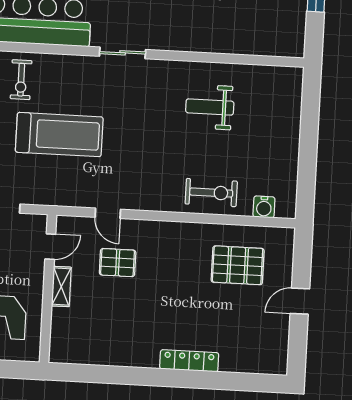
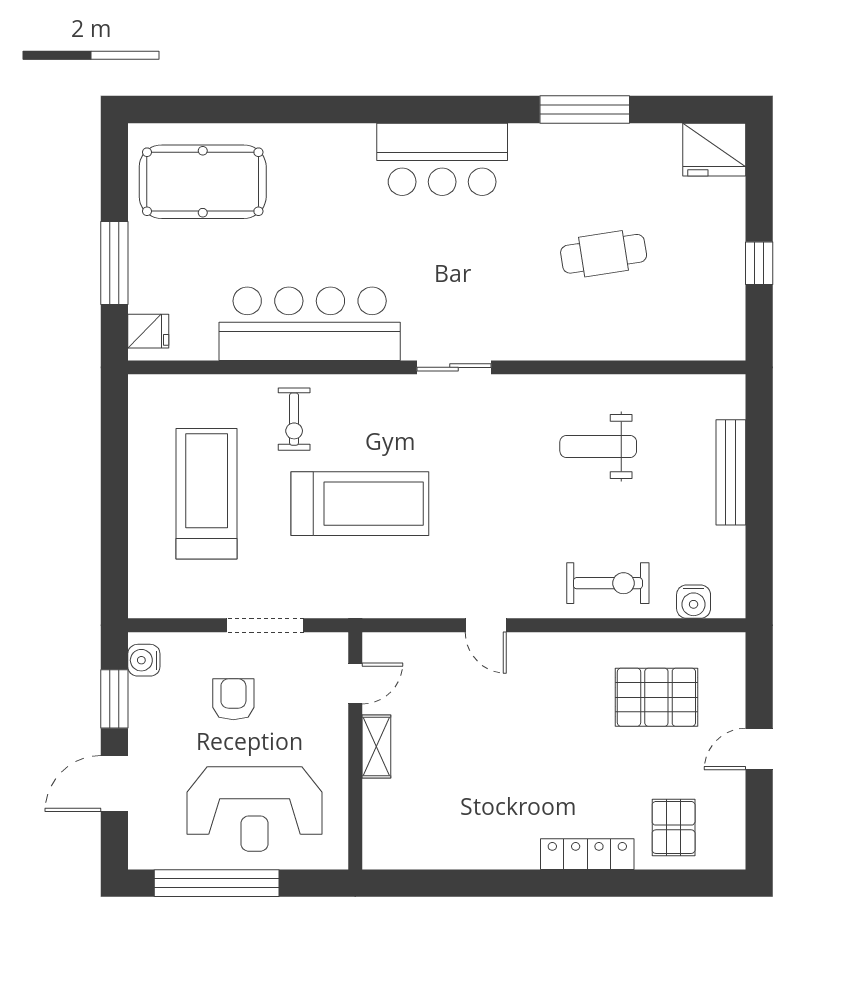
bench: (292, 128) -> (731, 472), added
door: (108, 213) -> (486, 625), moved
pallet: (118, 263) -> (674, 827), moved, turned 90

